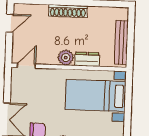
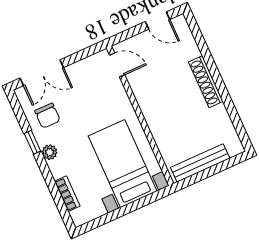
plant: (66, 58) -> (150, 106), removed
dresser: (87, 59) -> (160, 133), removed

